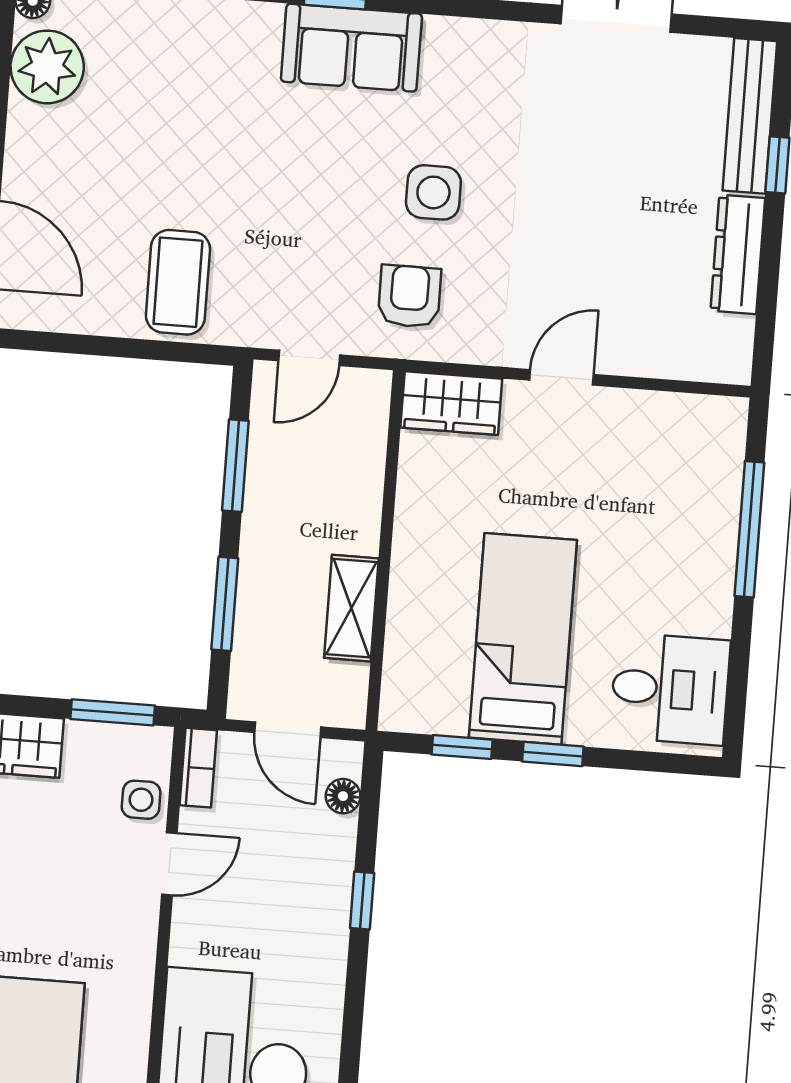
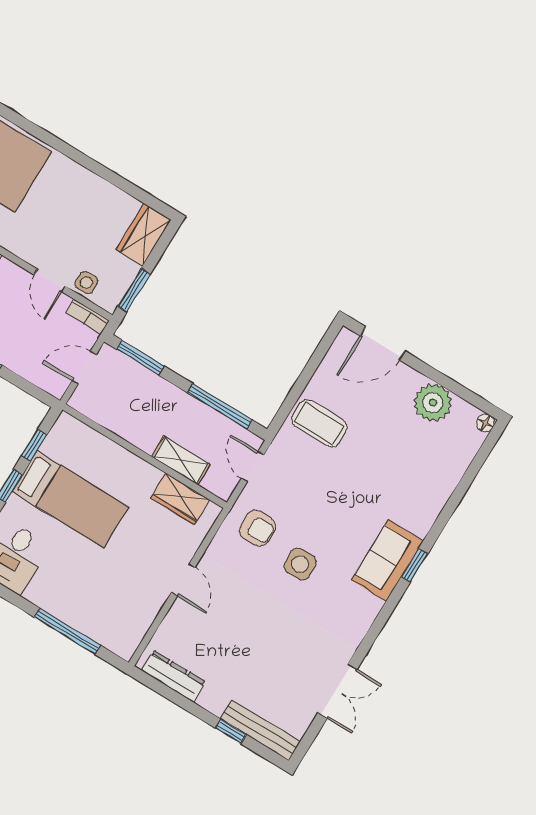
plant: (47, 67) -> (433, 403), moved
dresser: (738, 254) -> (173, 676), moved
wardrobe: (451, 403) -> (180, 499), moved, turned -90
window: (235, 466) -> (220, 406), width x1.44
window: (225, 604) -> (140, 358), moved
shelving: (351, 608) -> (181, 460), moved
floor lamp: (343, 796) -> (40, 378), removed

